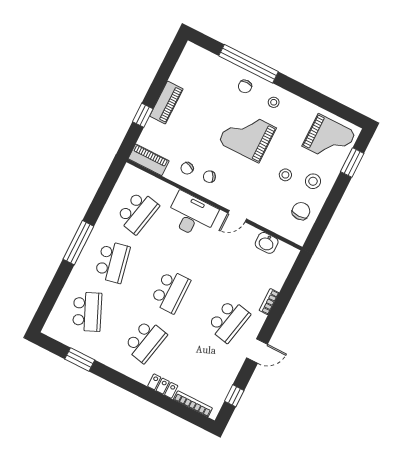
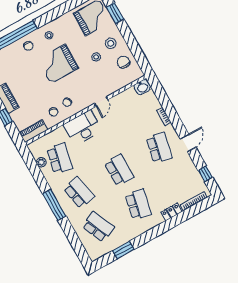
plant: (118, 194) -> (41, 162), added
washbasin: (267, 243) -> (142, 87), moved

